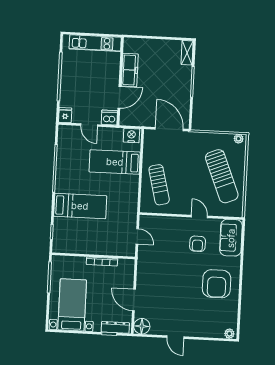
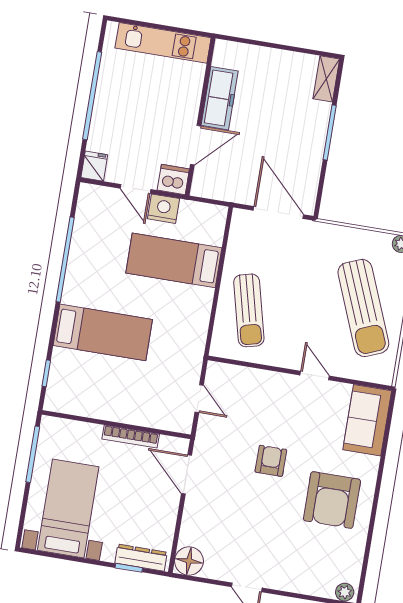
nightstand: (131, 136) -> (164, 209), moved
armchair: (198, 244) -> (271, 461), moved, turned 180
door: (134, 300) -> (187, 474), moved

